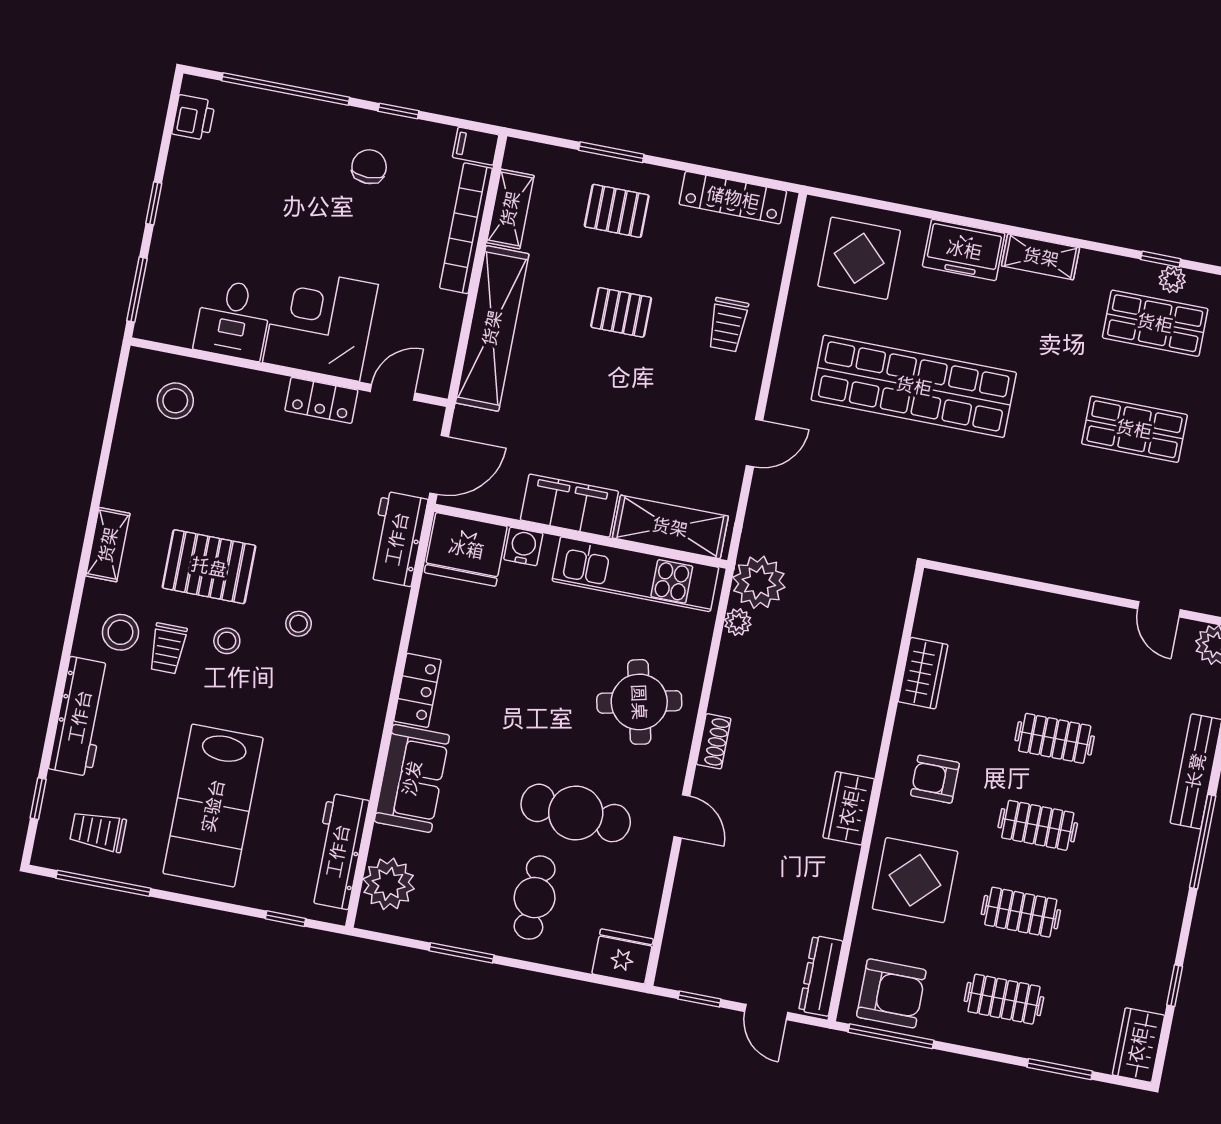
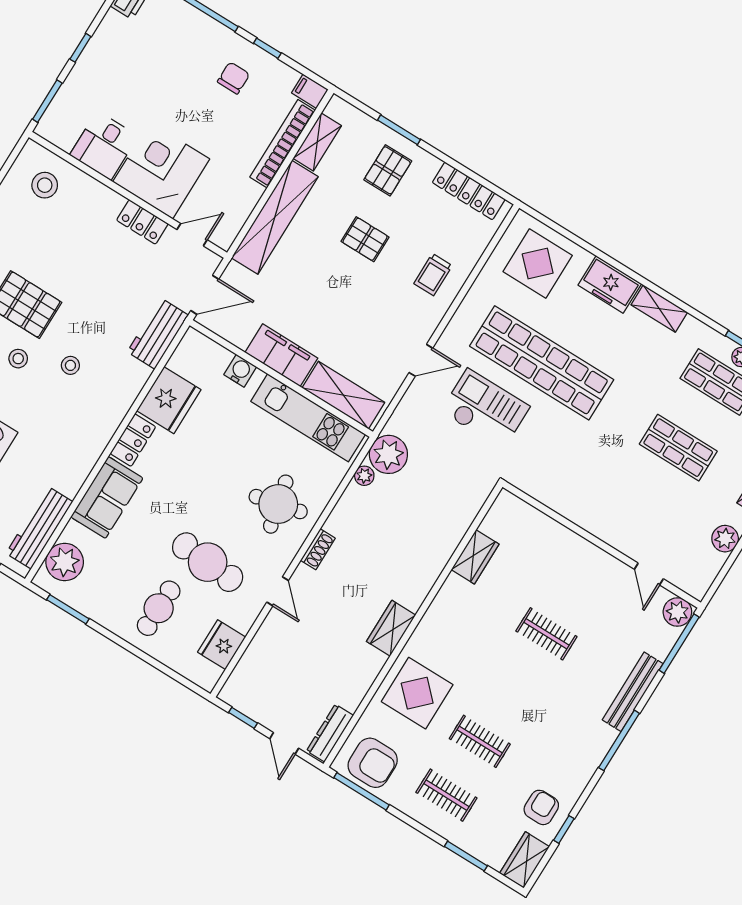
pallet: (617, 211) -> (388, 170), turned 90
checkout: (863, 475) -> (485, 409), added
fridge: (466, 549) -> (169, 400), moved, turned -90
armchair: (935, 779) -> (541, 807), moved, turned 90
clothes rail: (1038, 825) -> (513, 688), removed
window: (462, 953) -> (68, 609), moved
fridge: (623, 956) -> (222, 645), moved, turned -90

